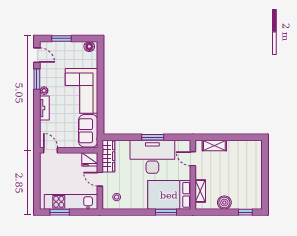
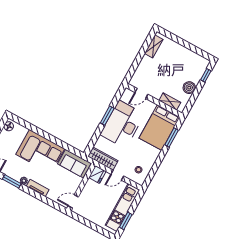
shelving: (214, 145) -> (154, 46), moved

